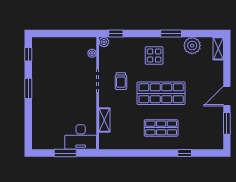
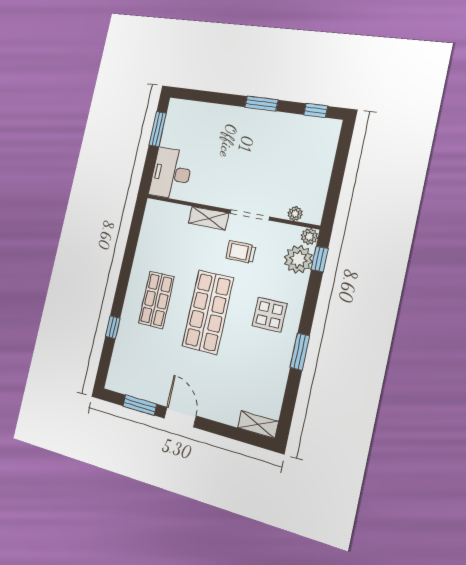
plant: (192, 46) -> (298, 259), moved
shelving: (104, 120) -> (208, 218), moved
window: (65, 153) -> (158, 129), moved

